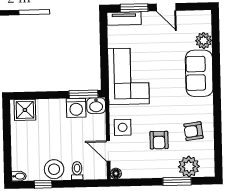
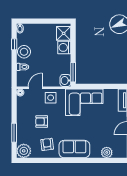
sofa: (199, 73) -> (74, 149), moved
washing machine: (76, 108) -> (64, 47), moved
plant: (189, 167) -> (24, 151), moved

